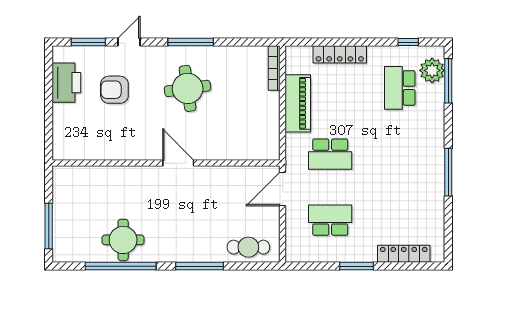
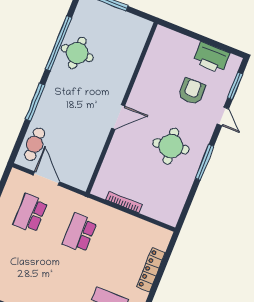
bookcase: (274, 68) -> (124, 202), moved
piano: (298, 103) -> (127, 224), removed
door: (283, 189) -> (46, 178), moved
school desk: (330, 220) -> (30, 213), turned 180

